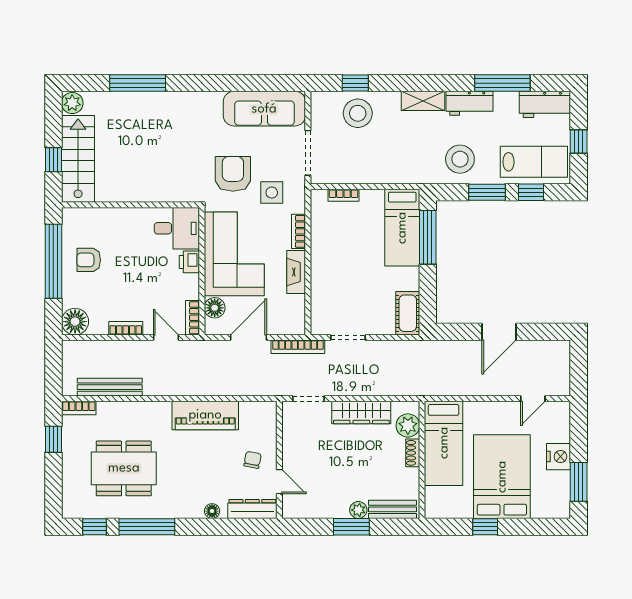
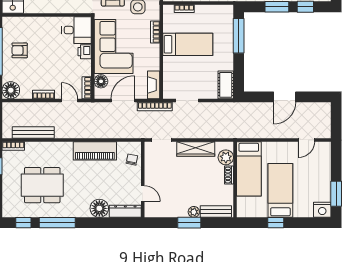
bed: (402, 228) -> (188, 44), moved, turned -90
fireplace: (296, 272) -> (154, 85), moved
nightstand: (559, 457) -> (322, 210), moved, turned 90
chair: (253, 460) -> (132, 160), moved
bed: (502, 477) -> (280, 190), width x0.67
floor lamp: (212, 511) -> (99, 208), width x1.89, depth x1.89

